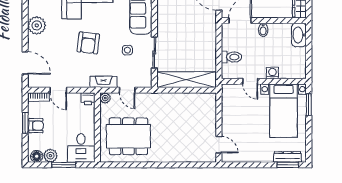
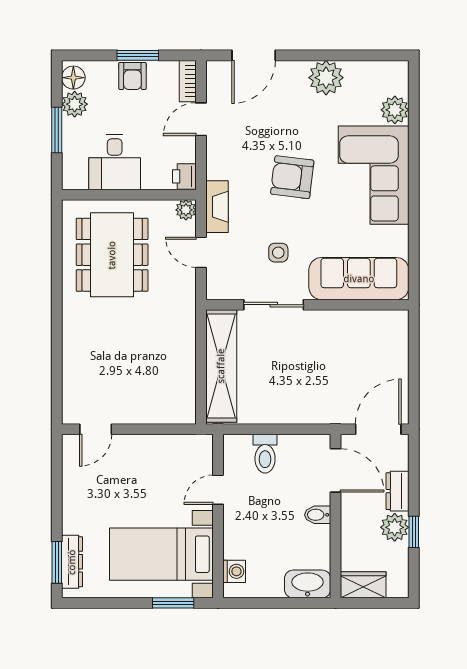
washing machine: (272, 73) -> (234, 571), moved
door: (127, 90) -> (201, 252), hinge flipped
desk: (81, 148) -> (115, 162), moved, turned -90

